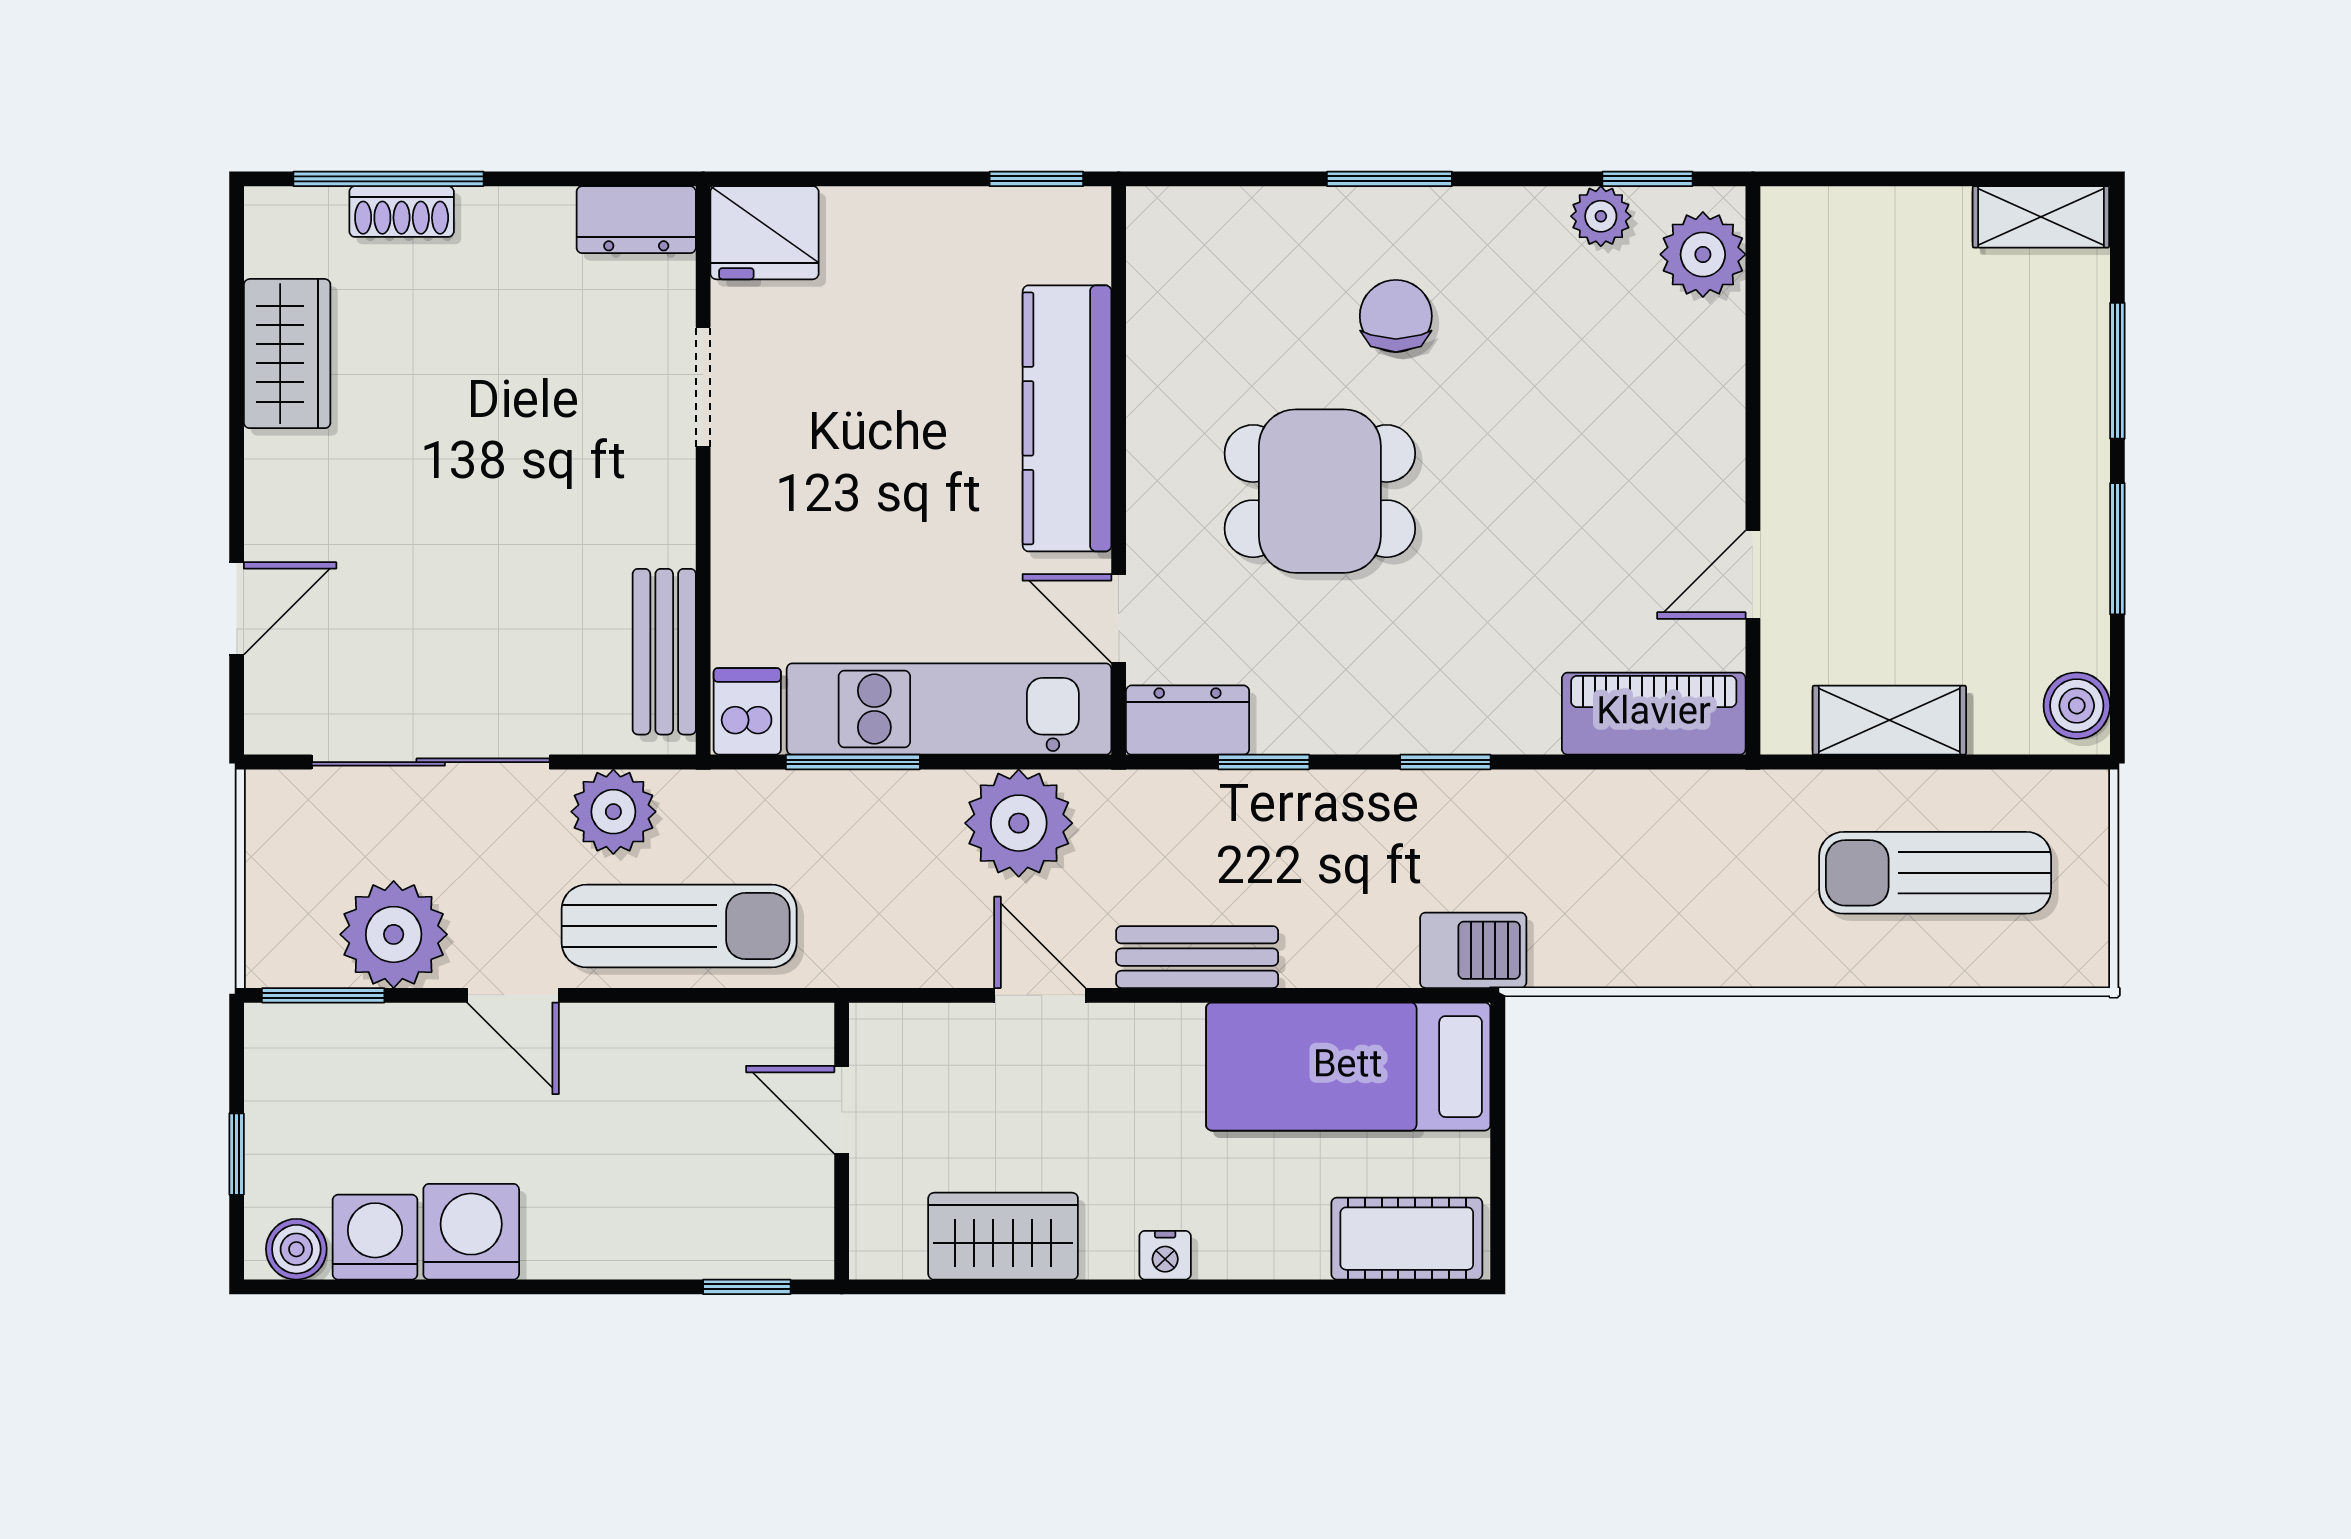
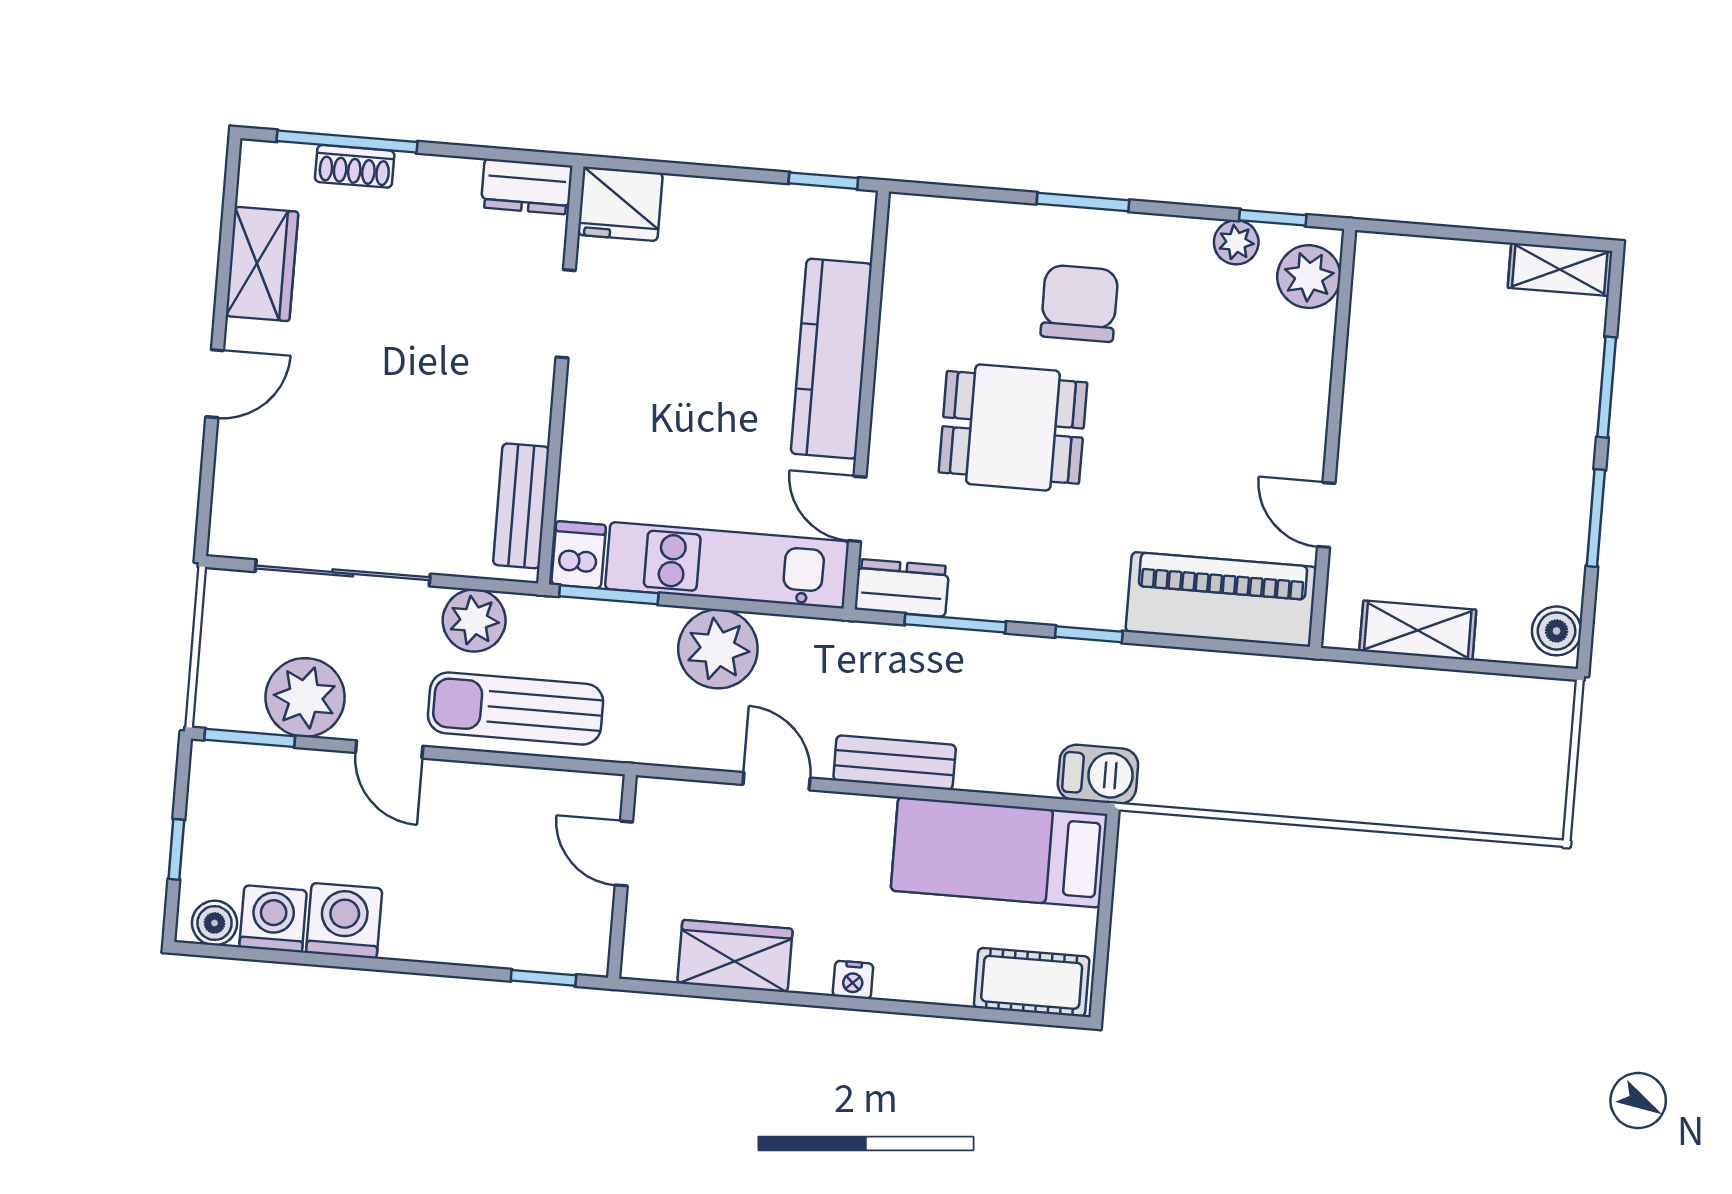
chair: (1396, 316) -> (1079, 303), width x1.37, depth x1.37
door: (1753, 575) -> (1326, 515), hinge flipped
door: (237, 608) -> (215, 384), moved
piano: (1654, 714) -> (1221, 599), width x1.37, depth x1.33
window: (853, 762) -> (609, 595), moved
window: (1264, 762) -> (955, 623), width x1.50
plant: (1019, 823) -> (718, 649), moved
sun lounger: (1935, 873) -> (1442, 745), removed
sun lounger: (679, 926) -> (516, 708), turned 180

